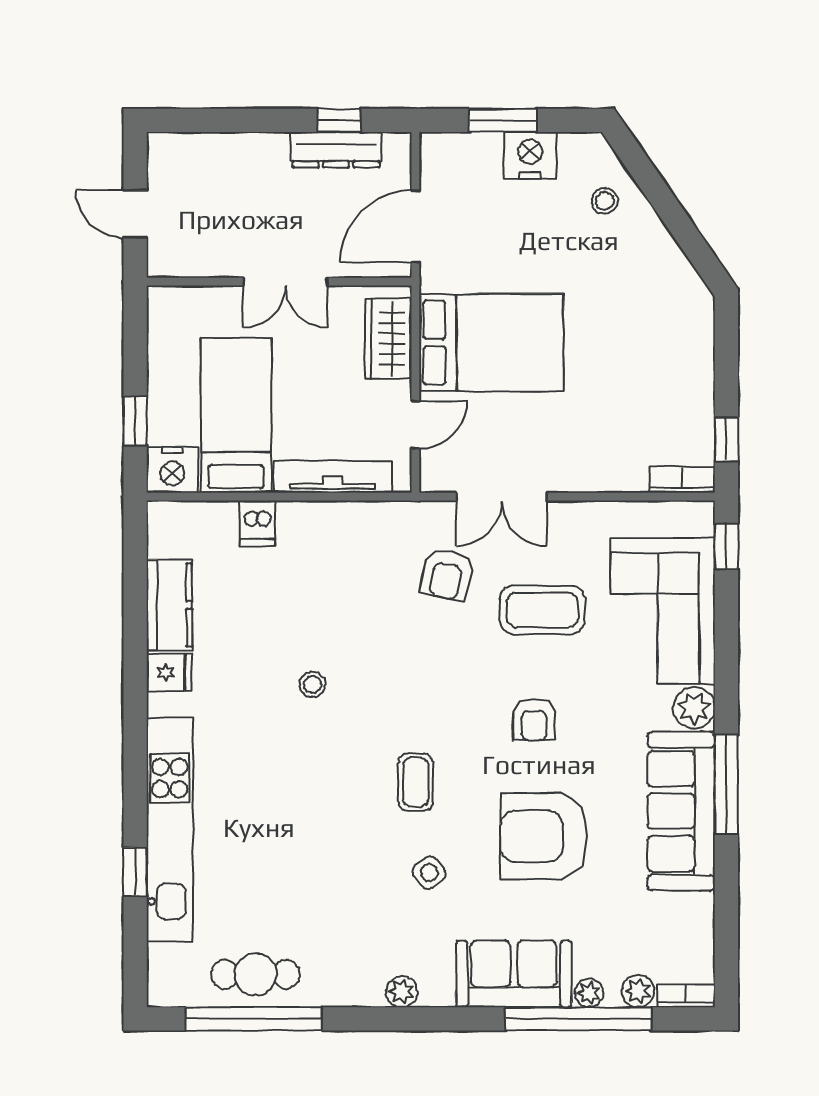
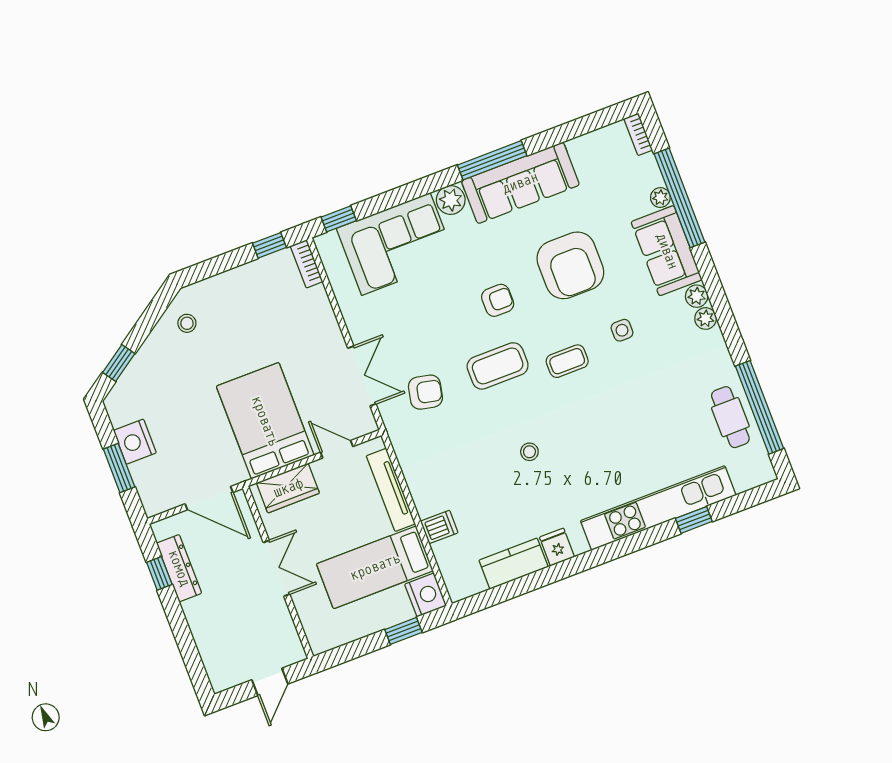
window: (645, 174) -> (119, 363), added
stool: (605, 201) -> (187, 323), moved
coffee table: (542, 610) -> (498, 366), moved, turned 90
side table: (429, 873) -> (622, 330), turned 37
plant: (638, 991) -> (697, 296), moved

